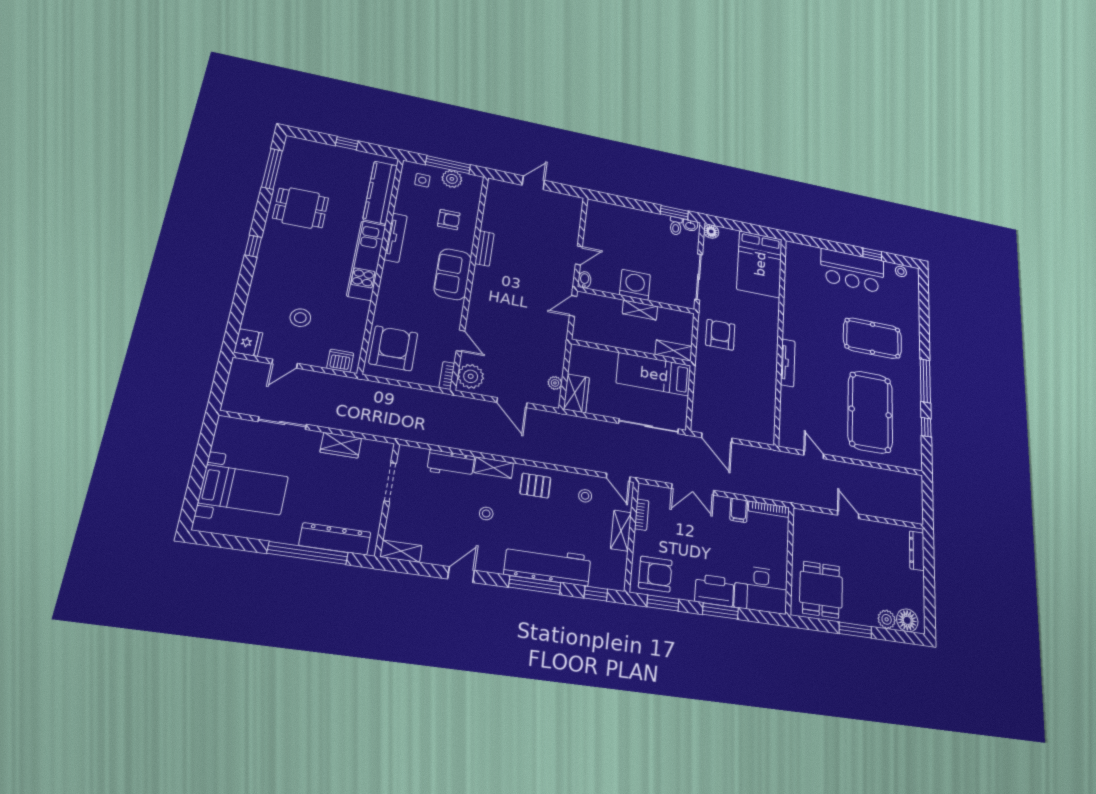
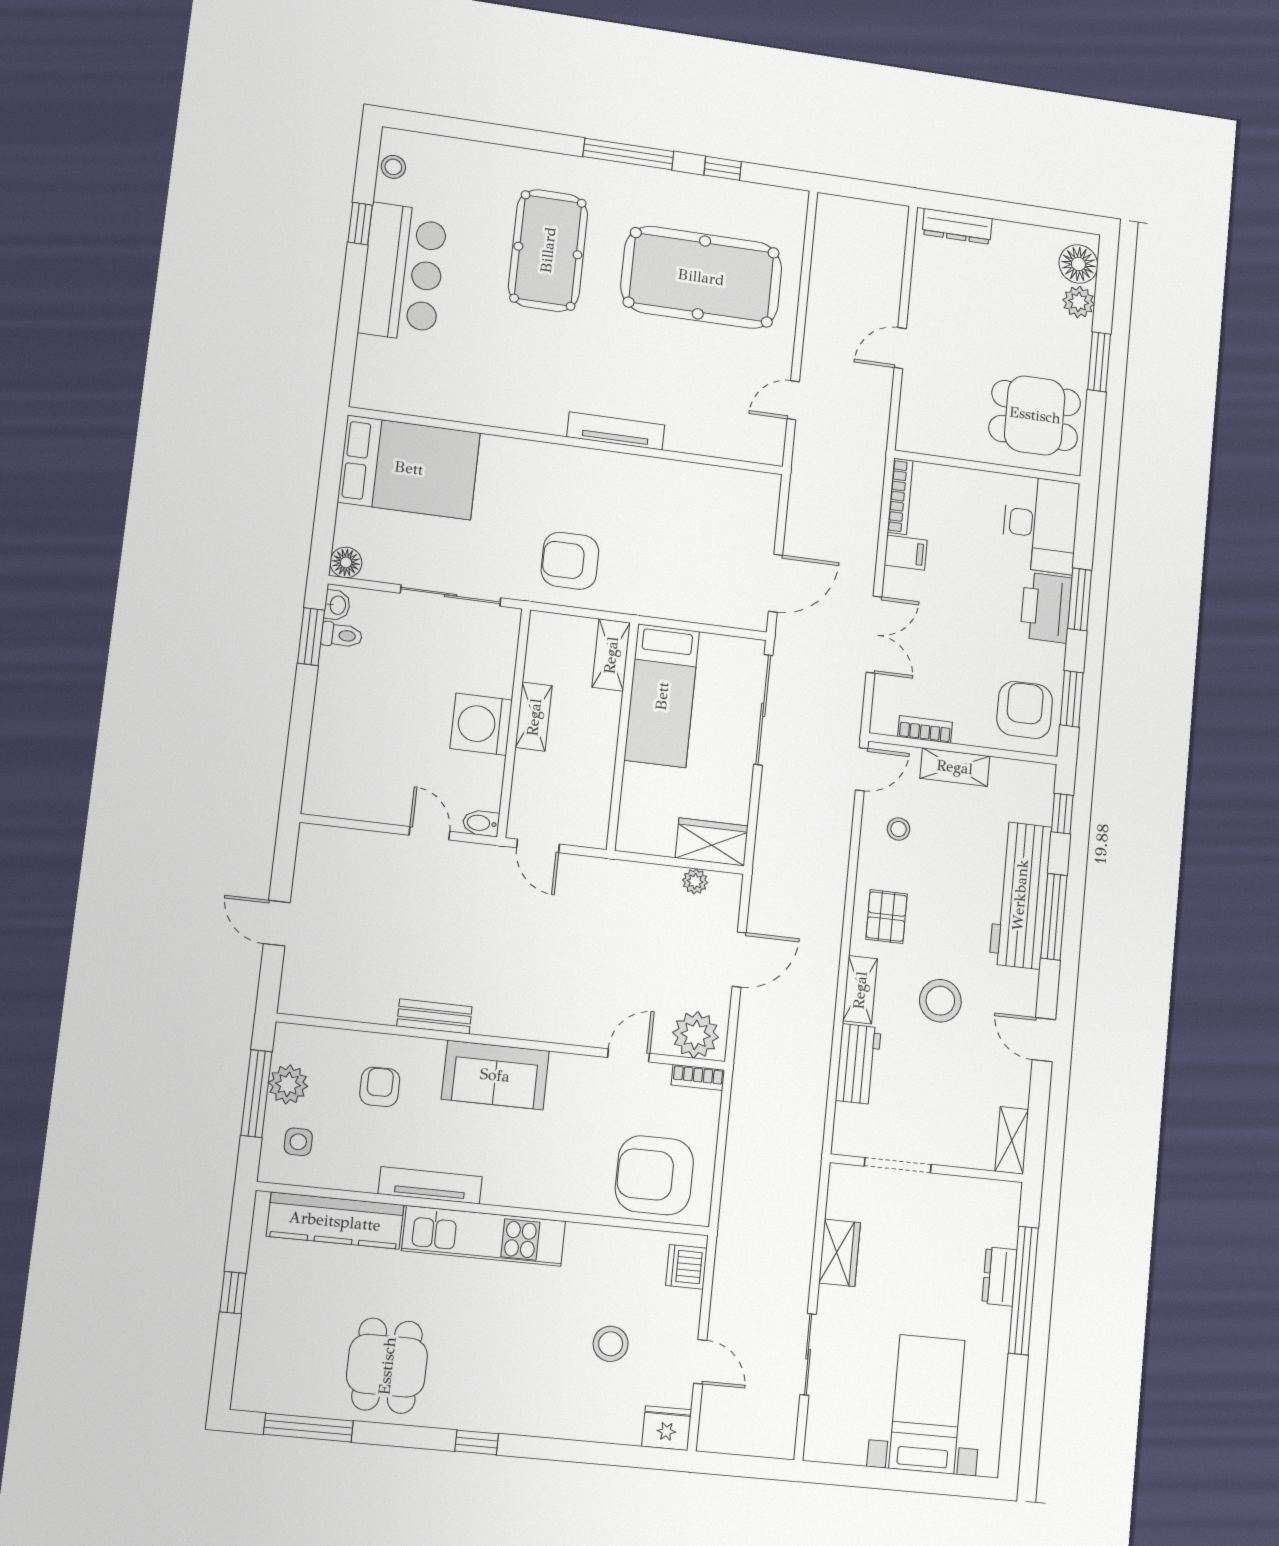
stool: (486, 513) -> (940, 1001), width x1.89, depth x1.89
dresser: (335, 539) -> (999, 1276), width x0.51, depth x0.80

